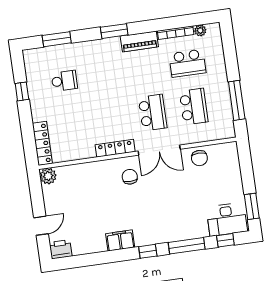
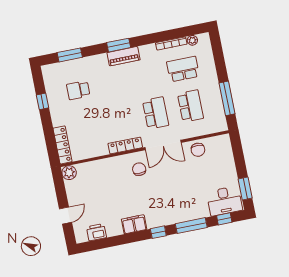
piano: (139, 41) -> (124, 56), moved
school desk: (187, 63) -> (183, 69), turned 180
school desk: (64, 81) -> (78, 90), turned 180
printer: (61, 249) -> (96, 232), moved

